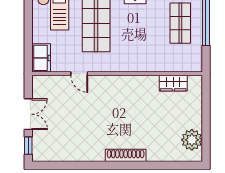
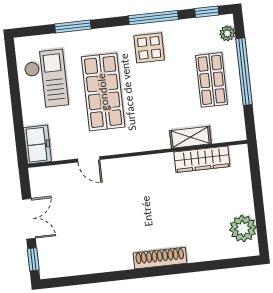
shelving: (159, 65) -> (190, 137), added
wardrobe: (173, 83) -> (202, 159), width x1.50

